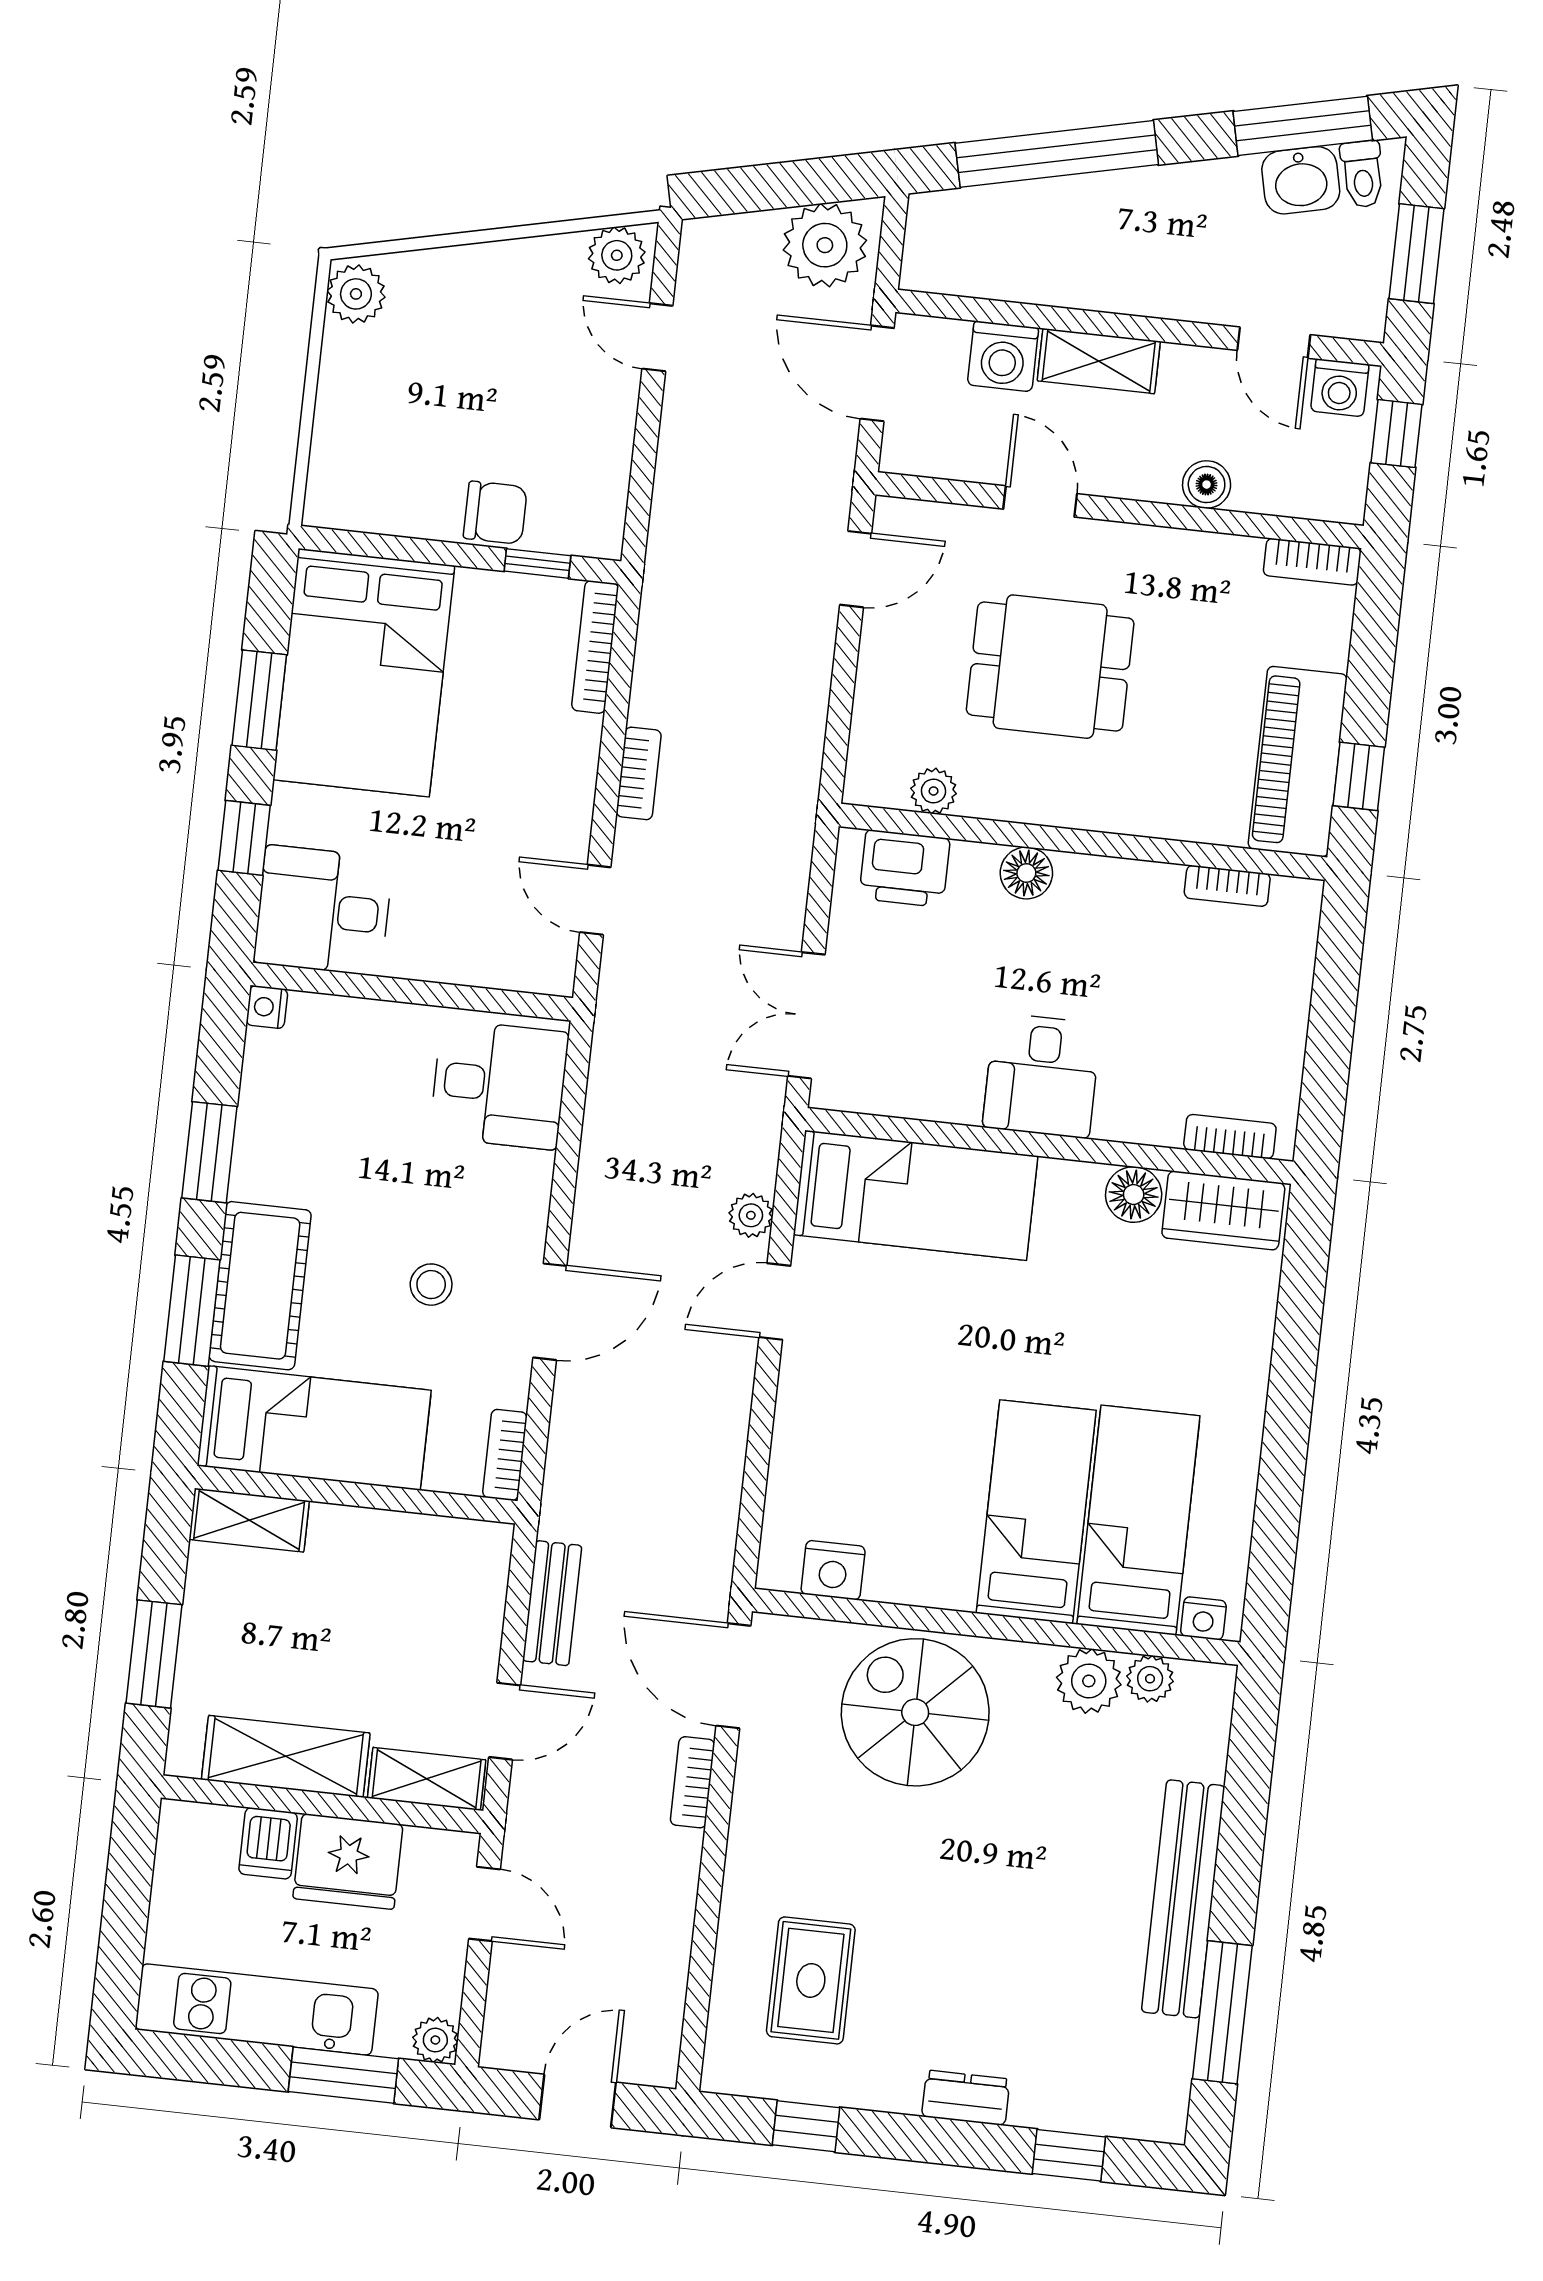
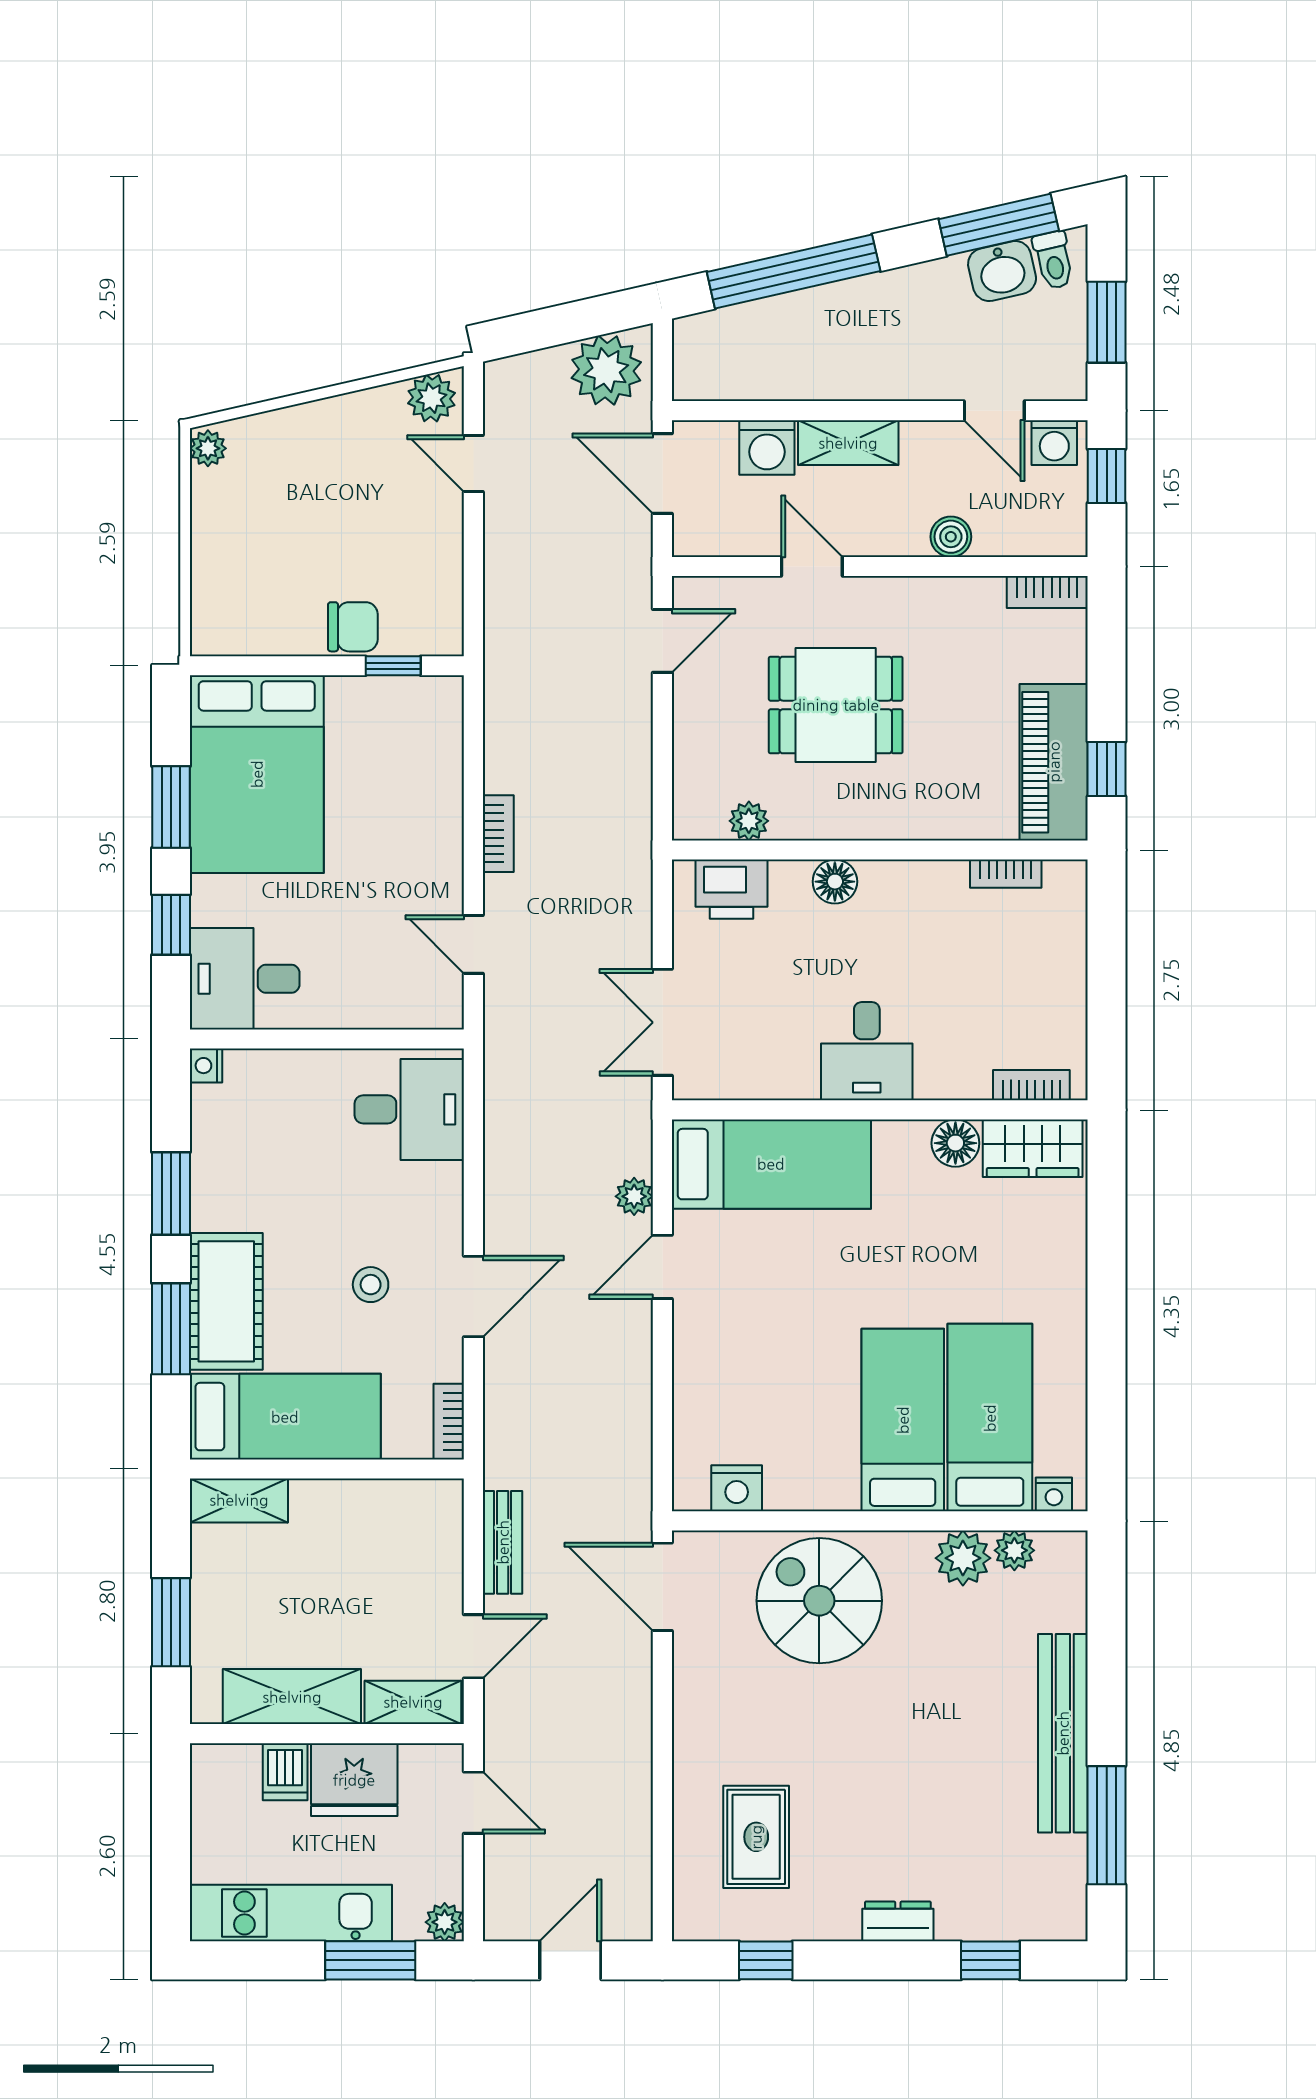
plant: (356, 294) -> (208, 448), width x0.73, depth x0.73
bookcase: (595, 647) -> (450, 731), removed
bookcase: (693, 1782) -> (638, 1681), removed

